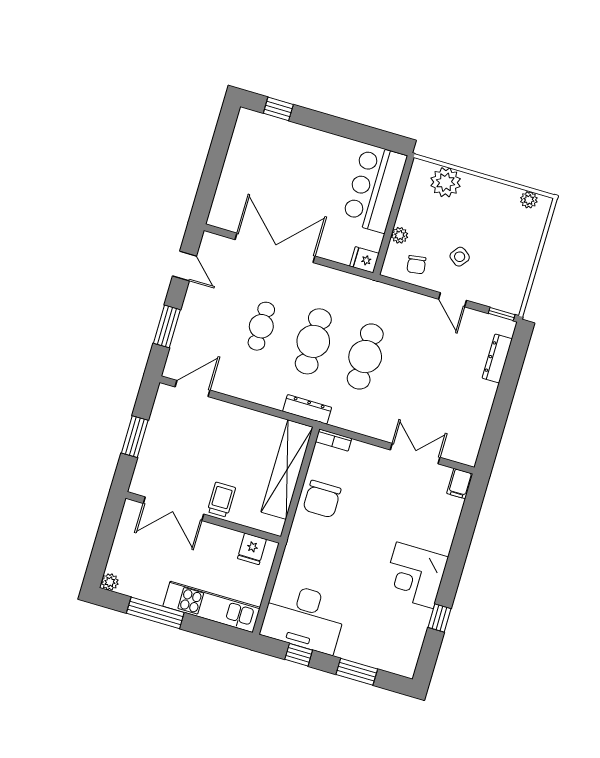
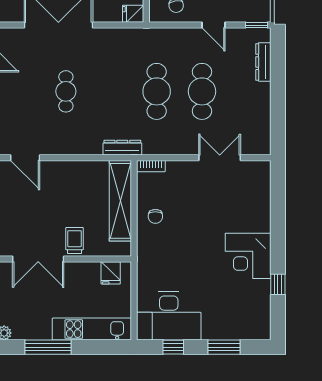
cafe table: (313, 341) -> (202, 91), moved
door: (192, 388) -> (25, 158), swing flipped
filing cabinet: (460, 484) -> (263, 171), removed
chair: (322, 499) -> (155, 216), width x0.54, depth x0.54

